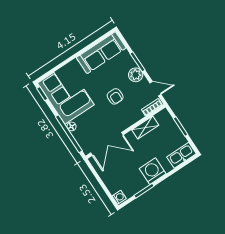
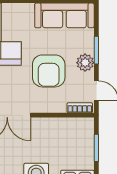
armchair: (115, 96) -> (49, 71), width x1.88, depth x1.88
shelving: (145, 127) -> (59, 124), removed

